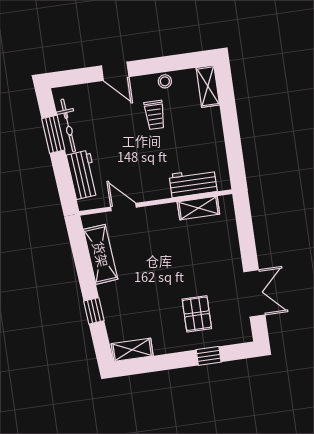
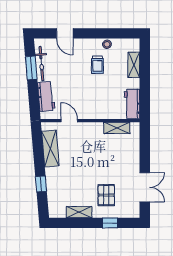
door: (115, 71) -> (65, 33), moved
shelving: (208, 86) -> (134, 65), moved
workbench: (193, 183) -> (132, 104), moved, turned -90
shelving: (132, 350) -> (79, 212), moved

